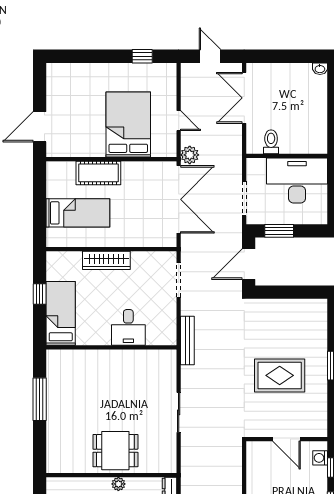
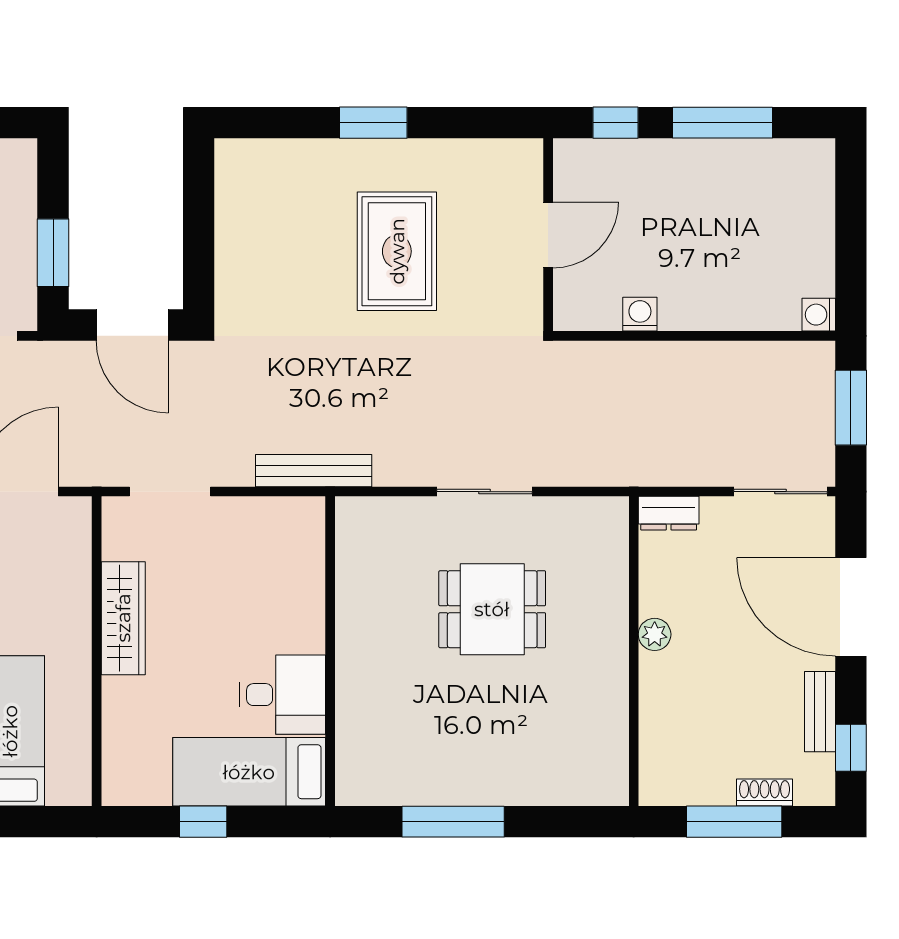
wardrobe: (106, 260) -> (123, 618), moved
desk: (128, 327) -> (283, 695), moved
dining table: (115, 451) -> (492, 609), moved, turned 90
washing machine: (320, 458) -> (640, 314), moved, turned 180

